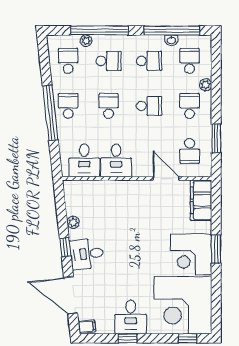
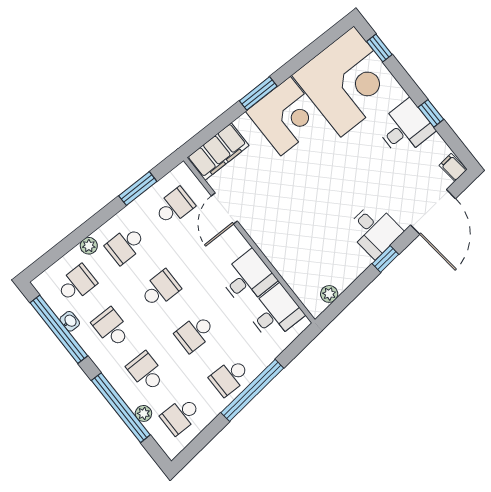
school desk: (190, 61) -> (77, 284), turned 180
school desk: (149, 106) -> (160, 289), turned 90
plant: (73, 222) -> (329, 294), moved

